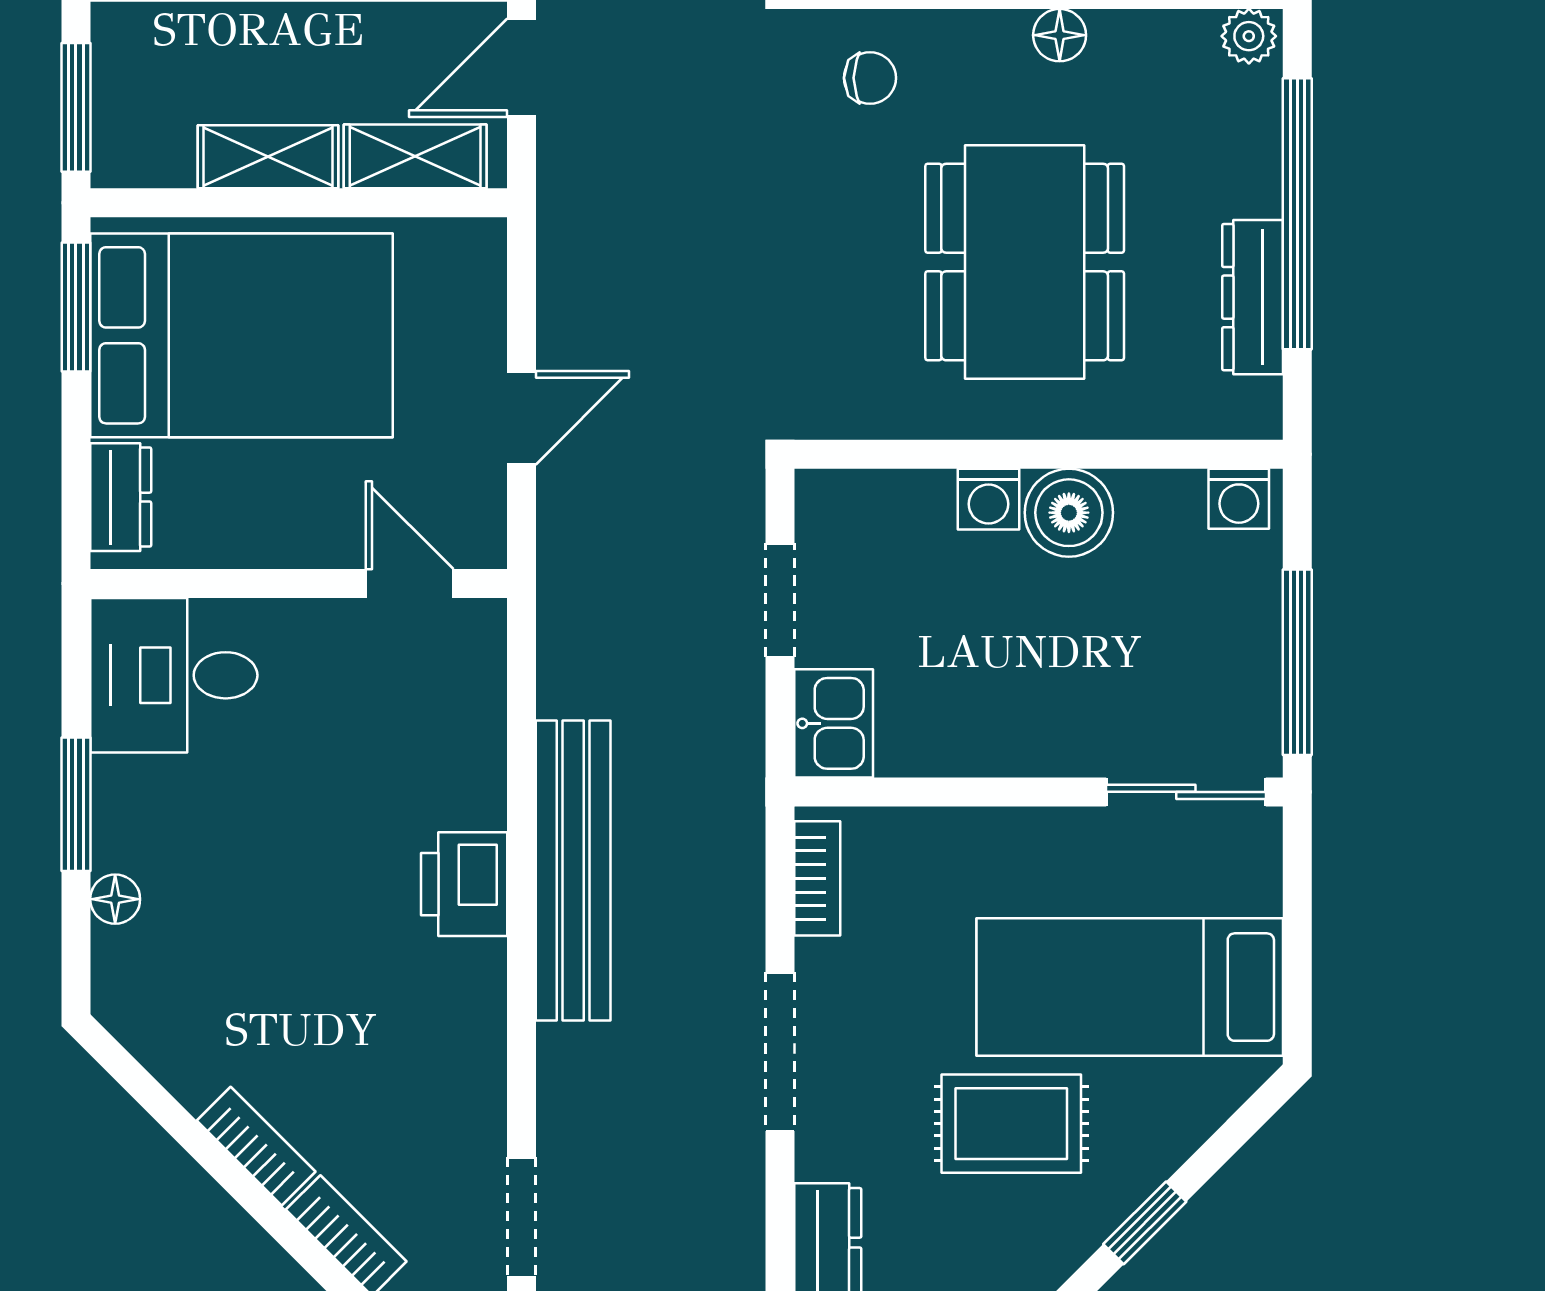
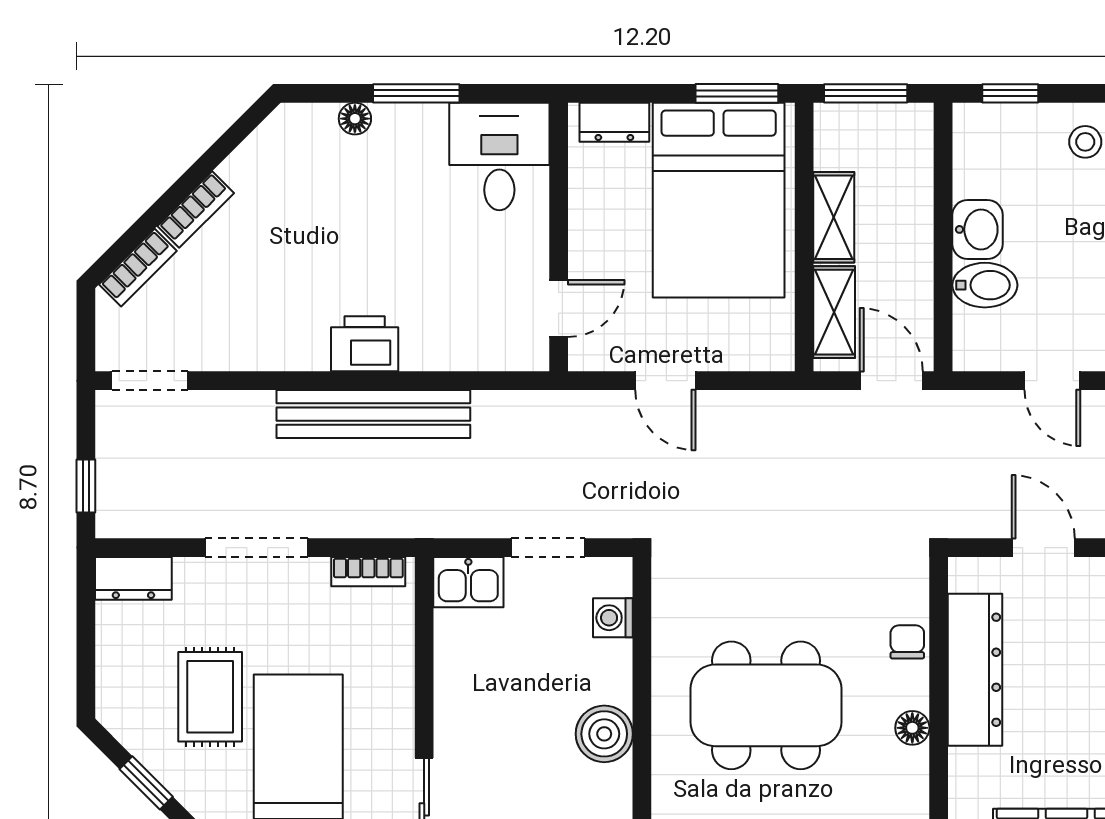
chair: (870, 78) -> (907, 642), moved, turned 180
washing machine: (988, 499) -> (613, 618), moved

